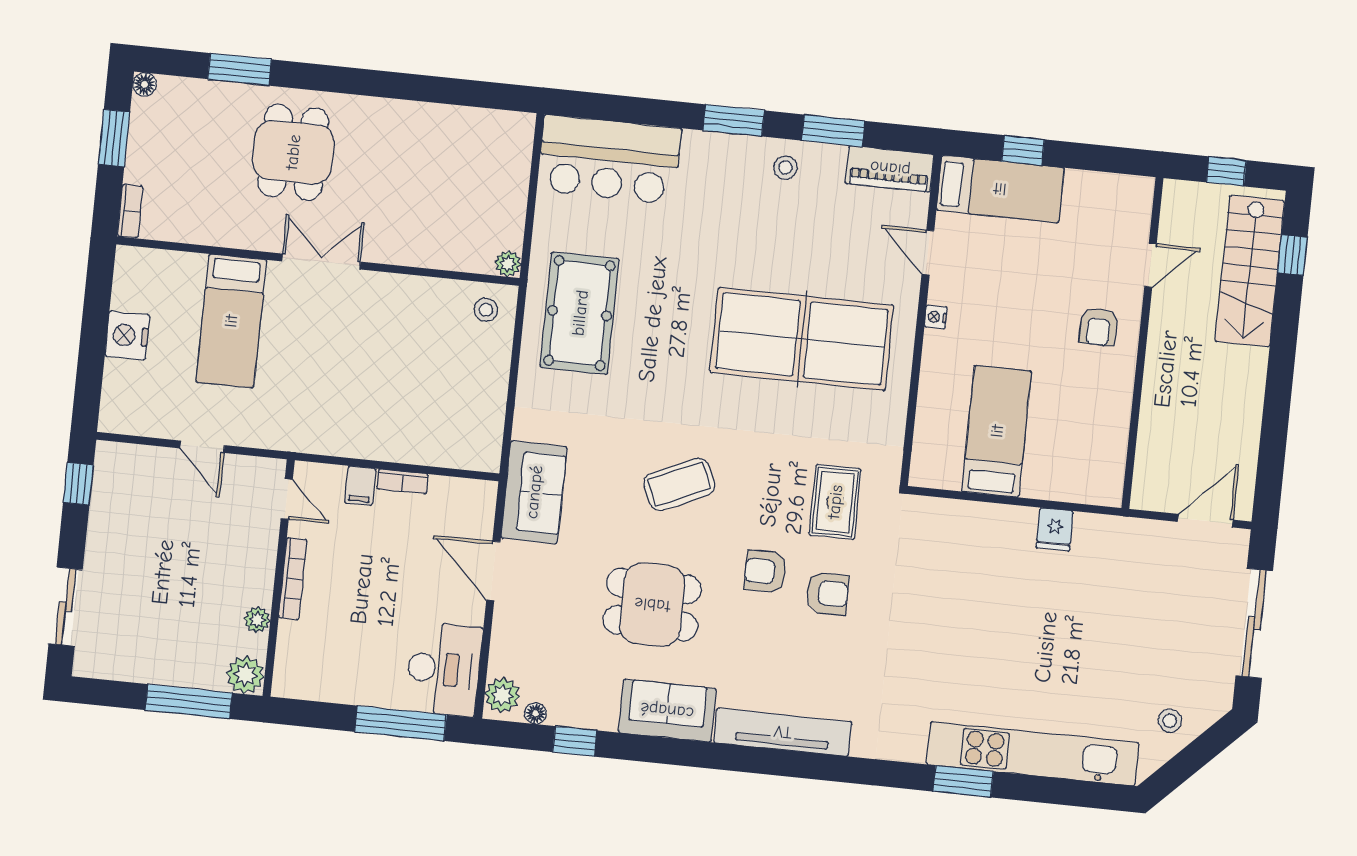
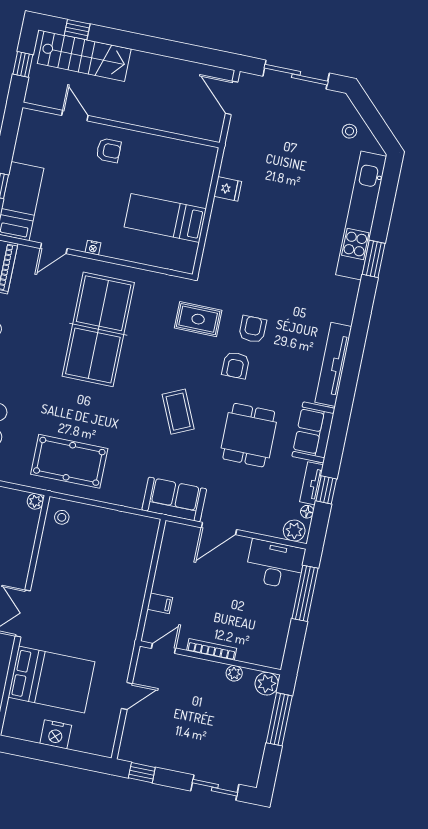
bed: (231, 321) -> (51, 680), width x1.50
bookcase: (402, 481) -> (160, 578), removed
tv unit: (583, 716) -> (311, 483), added

